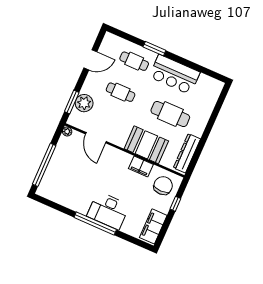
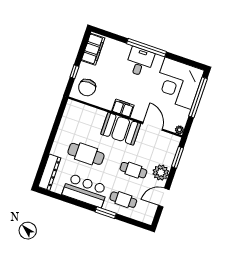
plant: (84, 103) -> (161, 173), moved
booth: (146, 145) -> (121, 129), moved
dresser: (187, 153) -> (50, 172), moved
filing cabinet: (141, 166) -> (123, 108), moved
corner desk: (64, 182) -> (178, 83), added
desk: (108, 211) -> (140, 62), width x0.73

